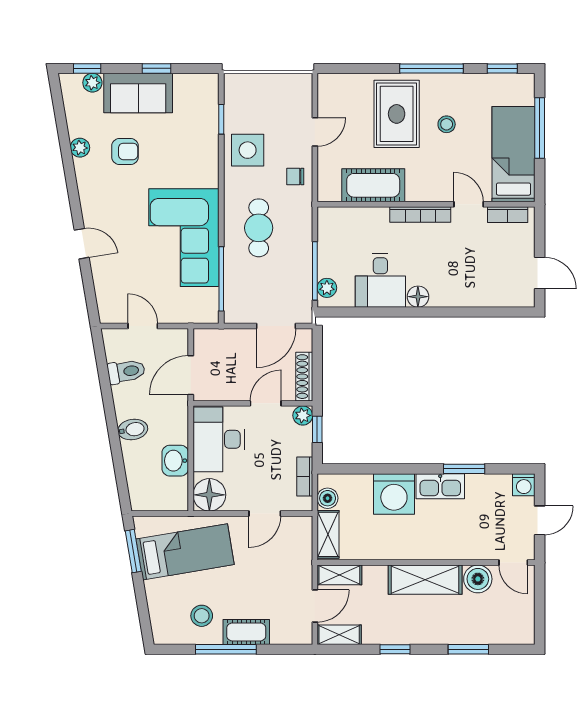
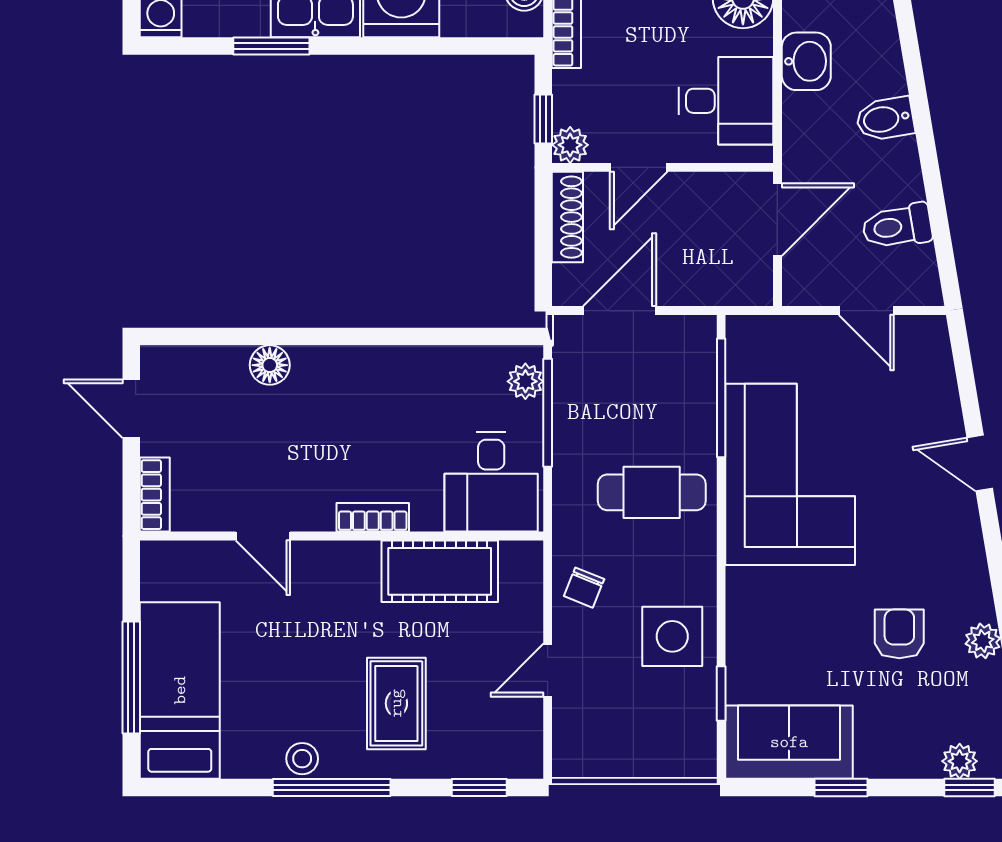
window: (502, 68) -> (479, 788), moved
sofa: (138, 93) -> (789, 742), moved
rug: (397, 114) -> (396, 703), width x0.73, depth x0.70
stool: (447, 124) -> (302, 759), moved
armchair: (125, 151) -> (899, 634), turned 90
bed: (514, 154) -> (180, 690), moved, turned 180
chair: (295, 176) -> (584, 588), turned 112
bookcase: (420, 214) -> (373, 517), width x0.64
bookcase: (508, 215) -> (155, 495), moved, turned 90
cafe table: (259, 228) -> (652, 492), turned 90
desk: (380, 280) -> (491, 482), moved, turned 180
floor lamp: (418, 297) -> (270, 365), moved
desk: (219, 439) -> (726, 101), width x0.73

